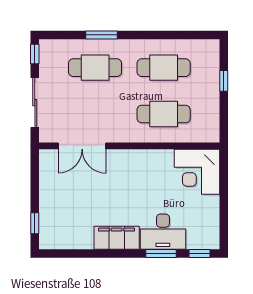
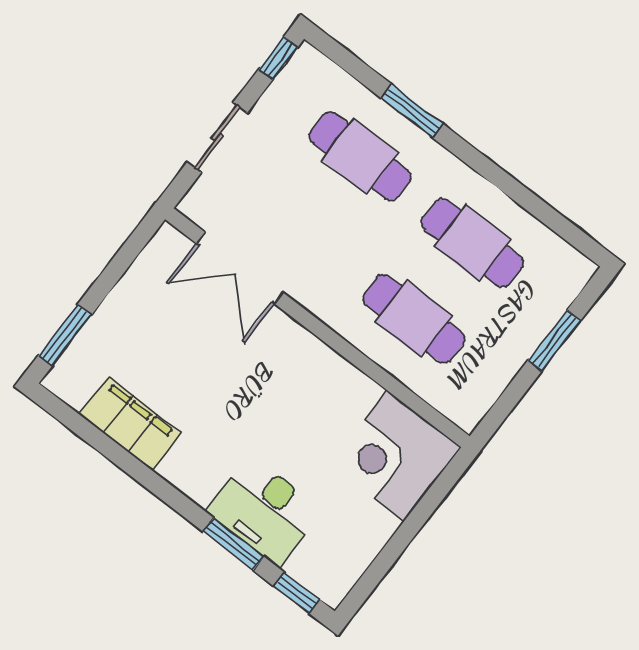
window: (224, 81) -> (554, 340), width x1.50
sliding door: (35, 103) -> (217, 137), width x0.73
window: (35, 223) -> (65, 335), width x1.50
filing cabinet: (117, 238) -> (130, 424), moved

